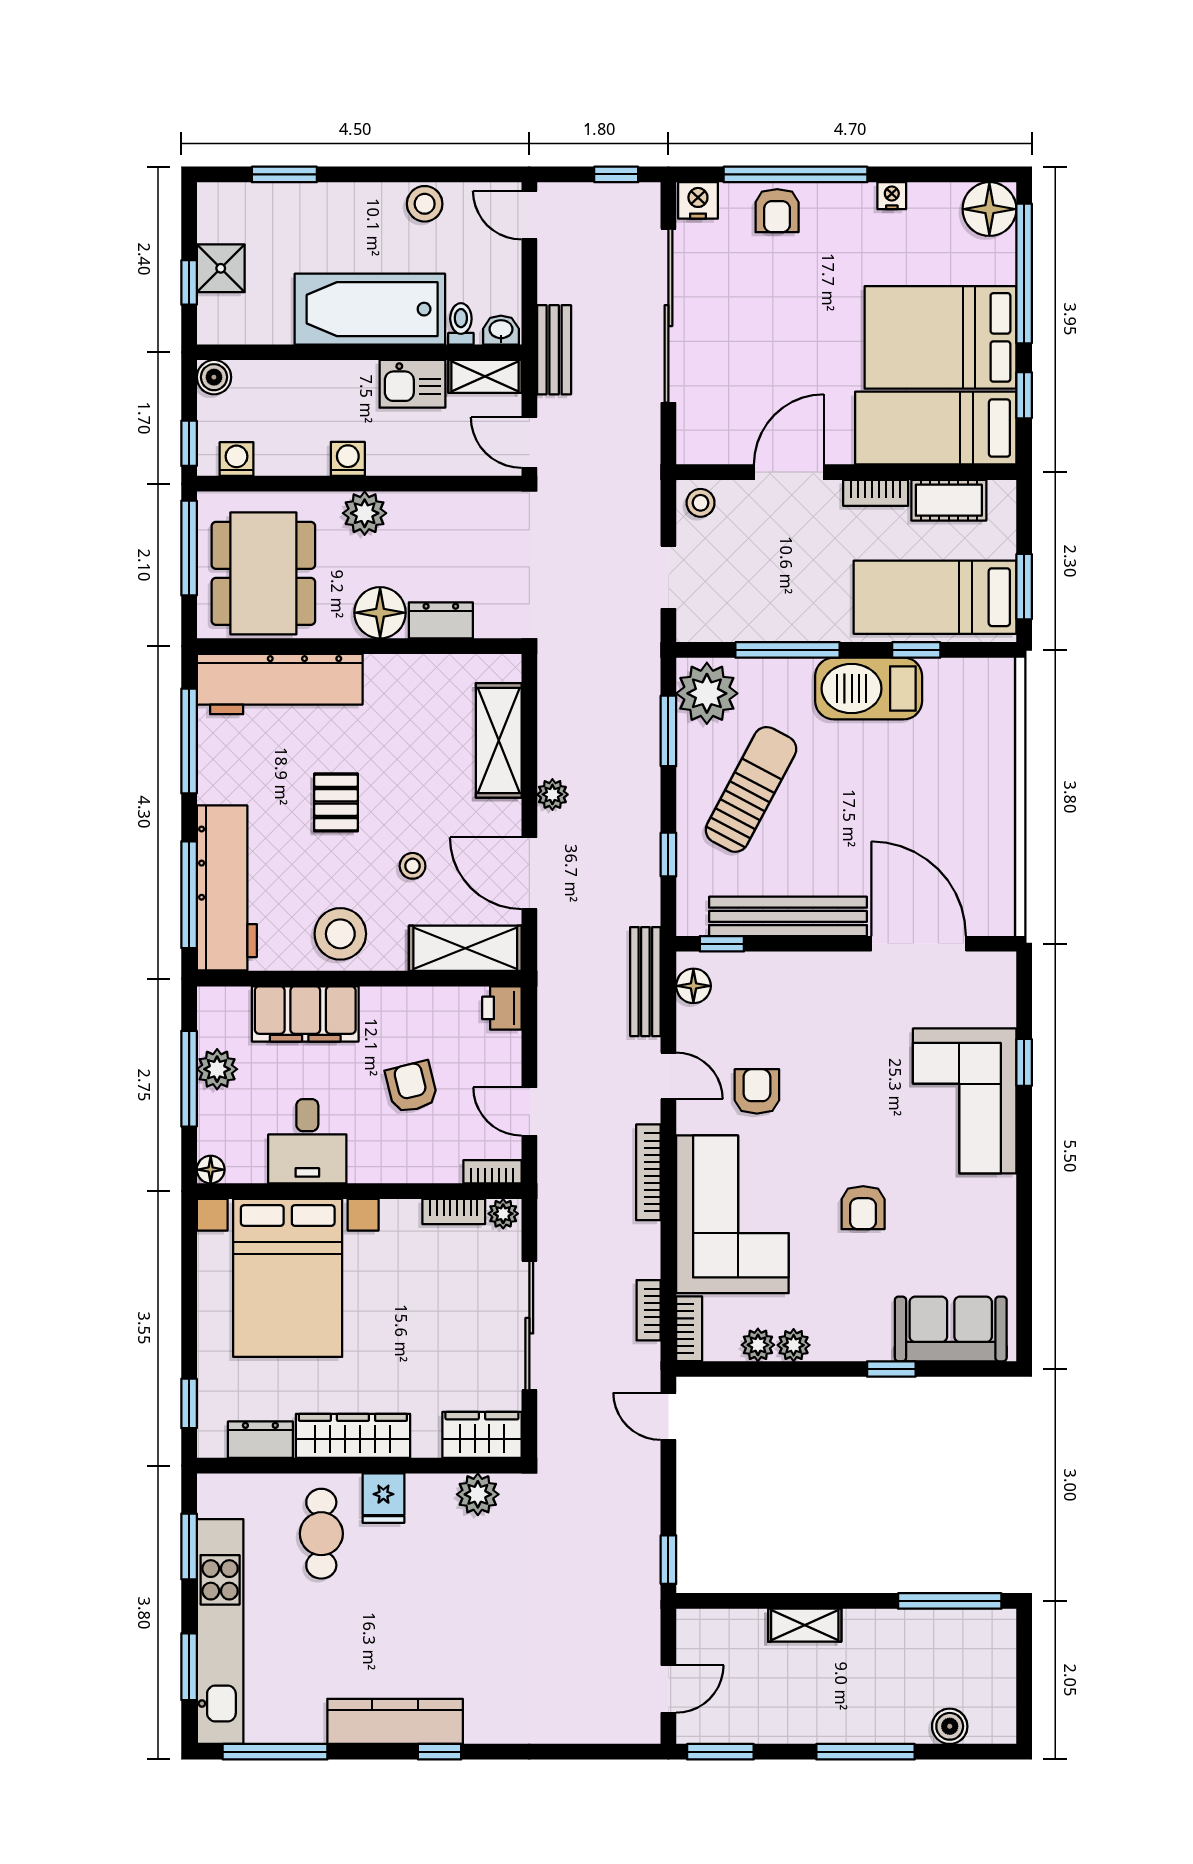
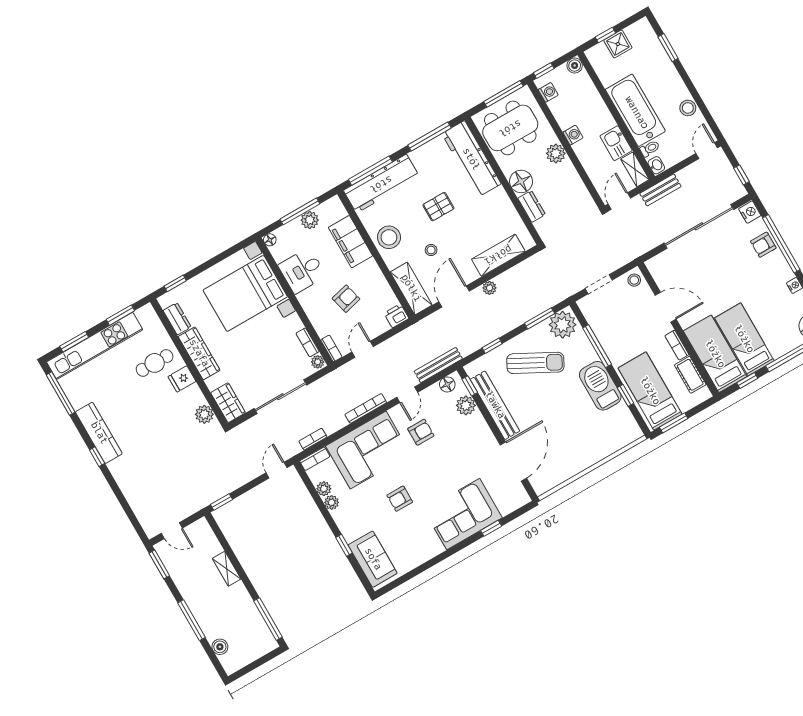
bed: (940, 337) -> (744, 339), width x0.67
plant: (755, 973) -> (466, 405), added

